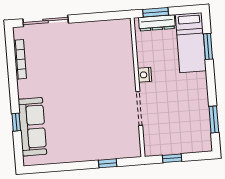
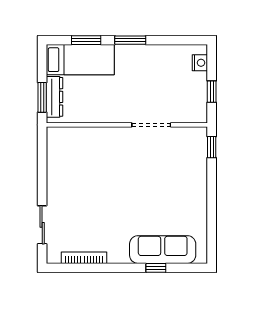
sliding door: (46, 21) -> (42, 225), width x0.73
nightstand: (145, 75) -> (200, 63), moved, turned -90
window: (214, 119) -> (130, 40), moved
window: (108, 163) -> (212, 147), moved

